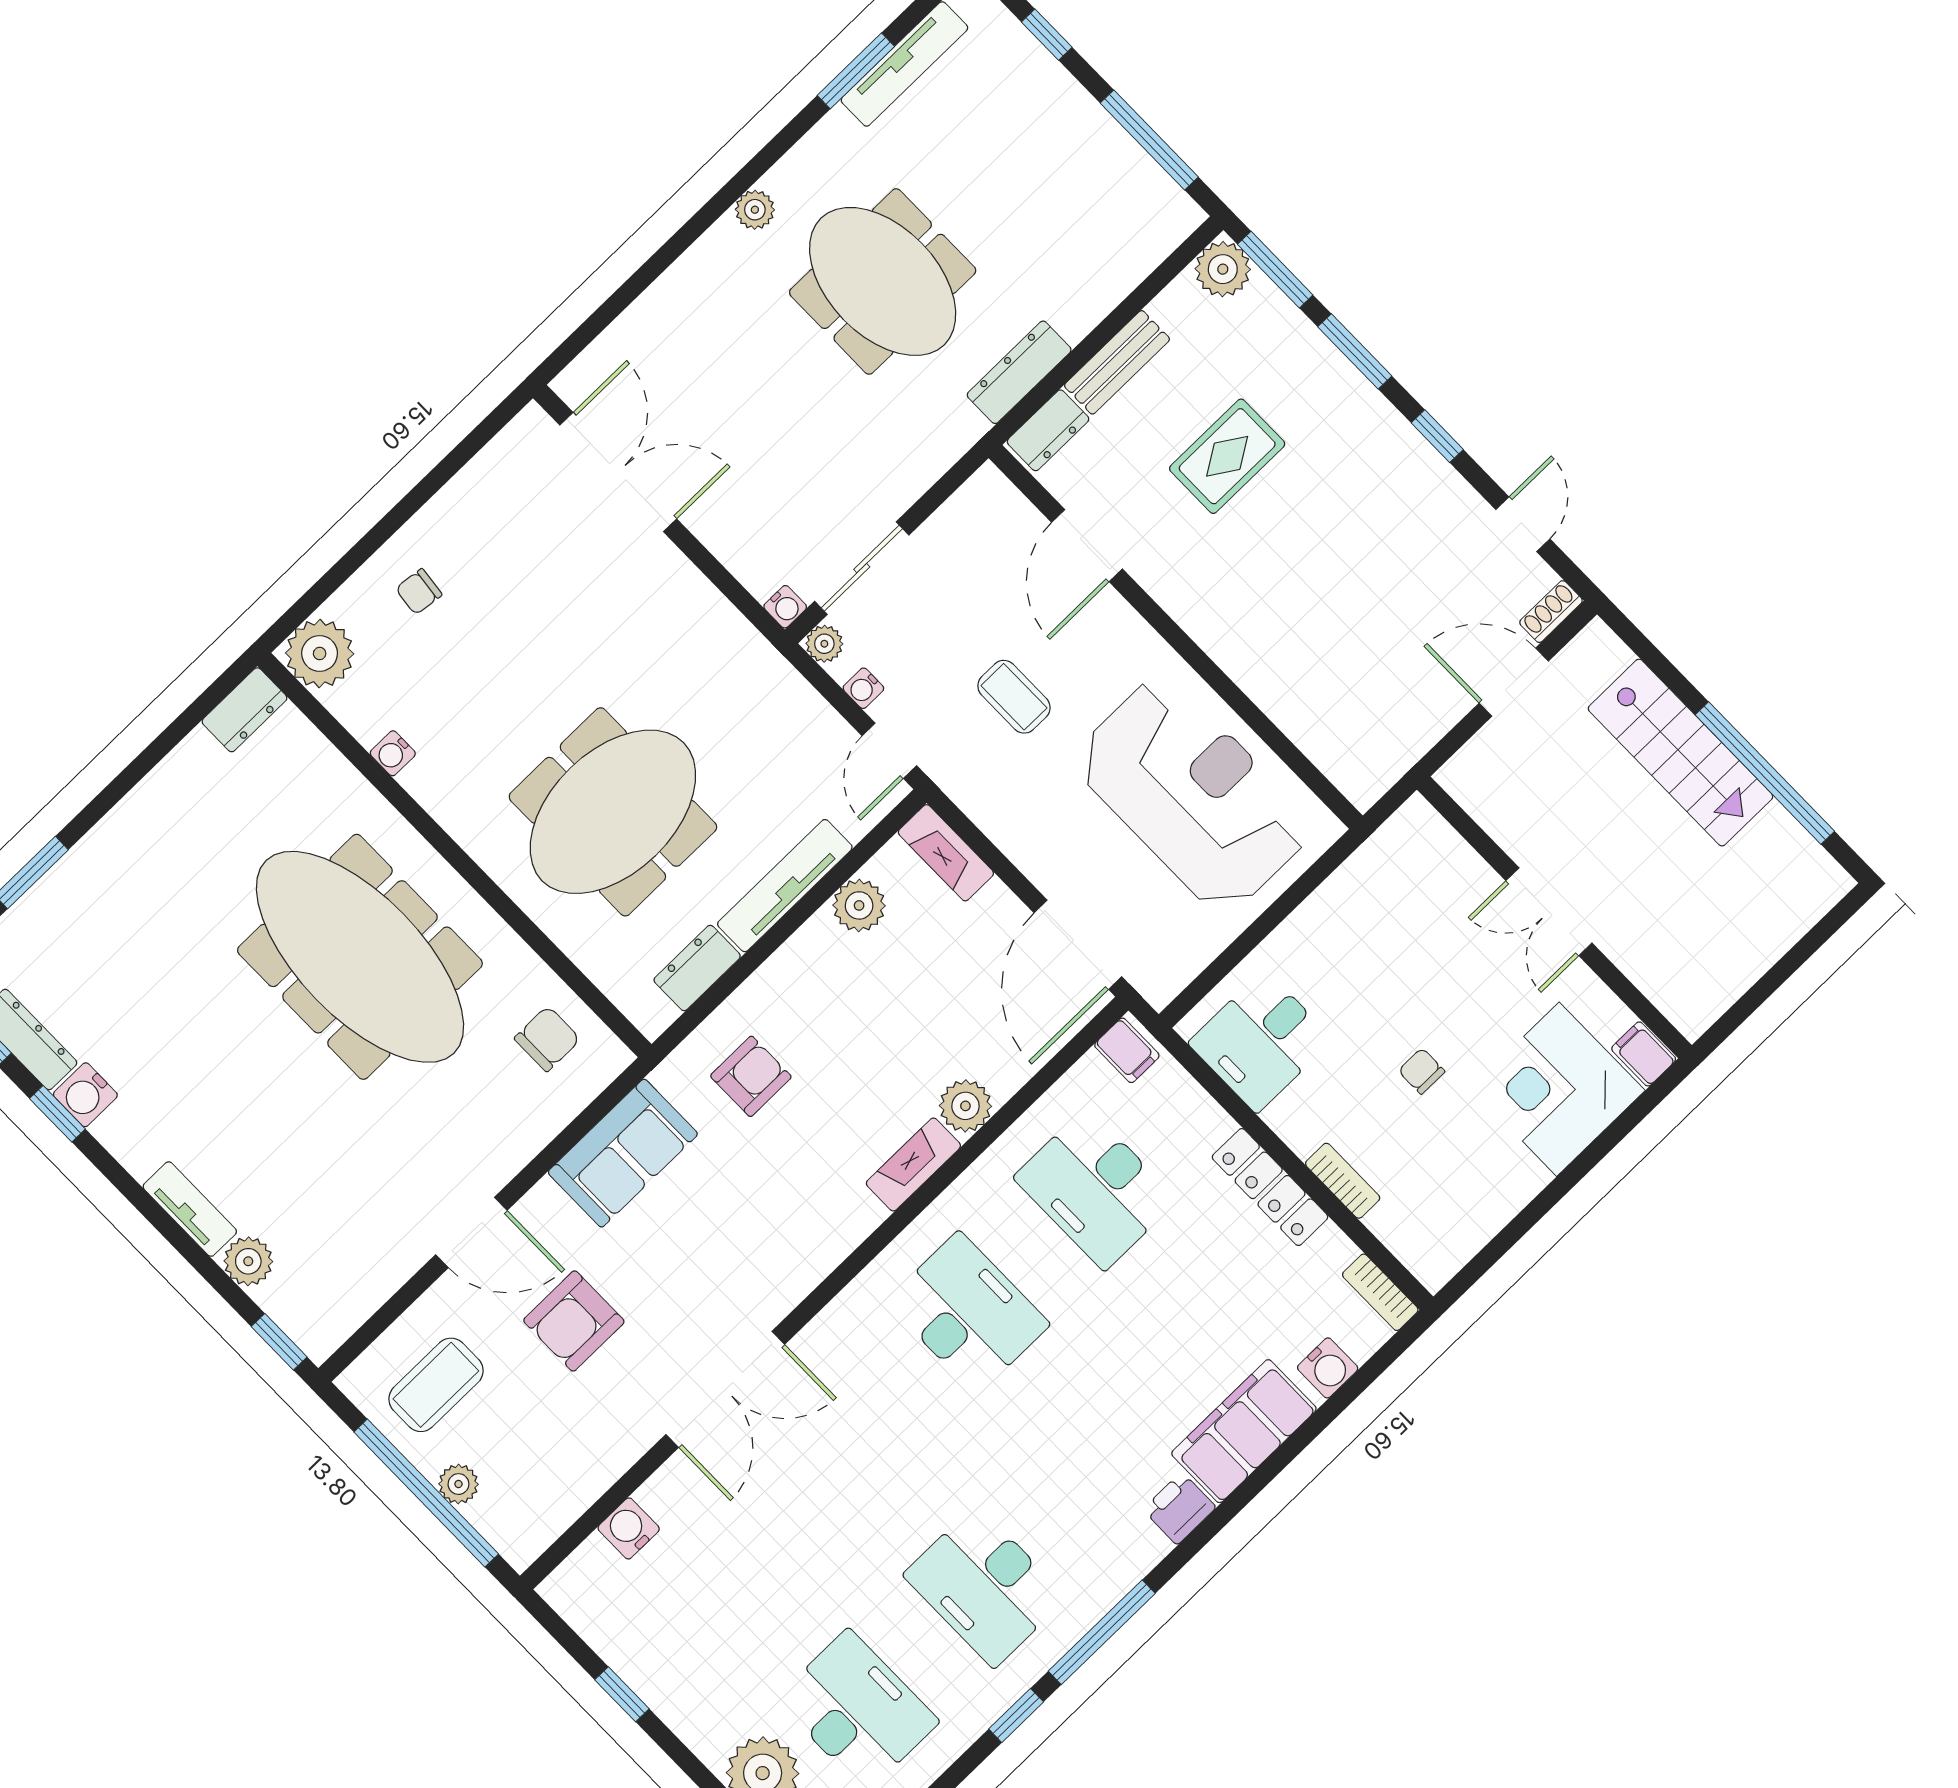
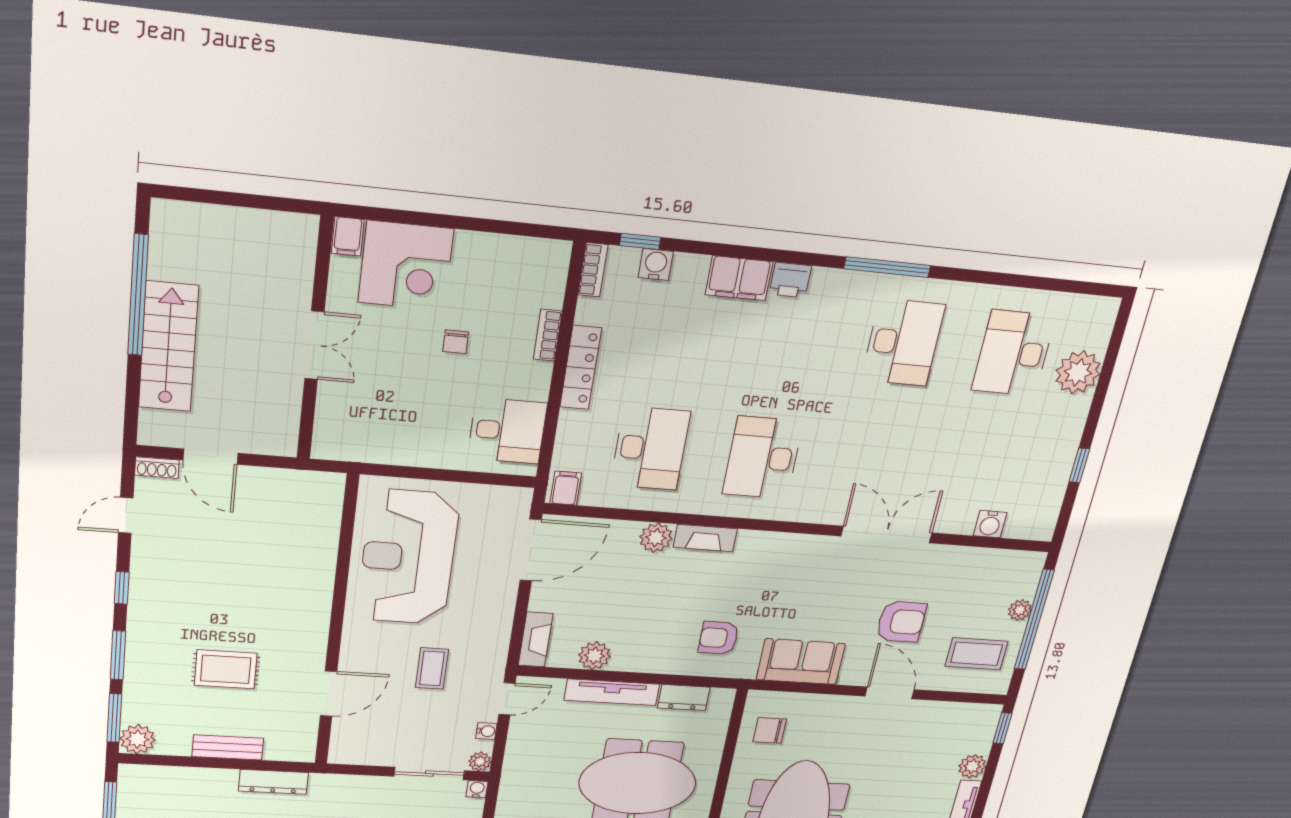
dresser: (1048, 430) -> (289, 750), removed
filing cabinet: (1244, 1431) -> (739, 278), width x0.67, depth x0.86
window: (1016, 1715) -> (640, 241), moved

